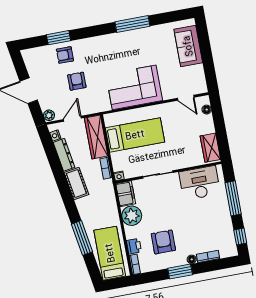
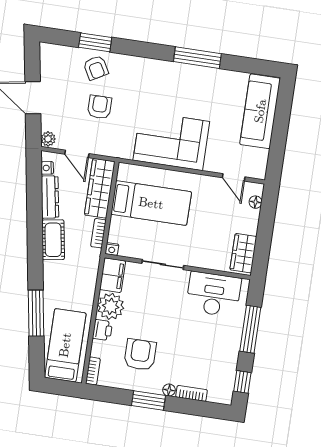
sofa: (188, 46) -> (260, 111), width x1.36
armchair: (65, 55) -> (96, 68), turned -119
door: (72, 119) -> (77, 154), swing flipped
printer: (134, 246) -> (102, 330), moved

